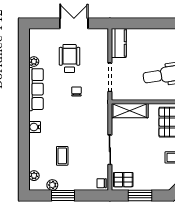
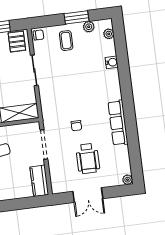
plant: (34, 61) -> (128, 180), moved
water cooler: (35, 127) -> (112, 62), moved
coffee table: (62, 156) -> (66, 41), moved
pallet: (123, 180) -> (17, 42), turned 90

